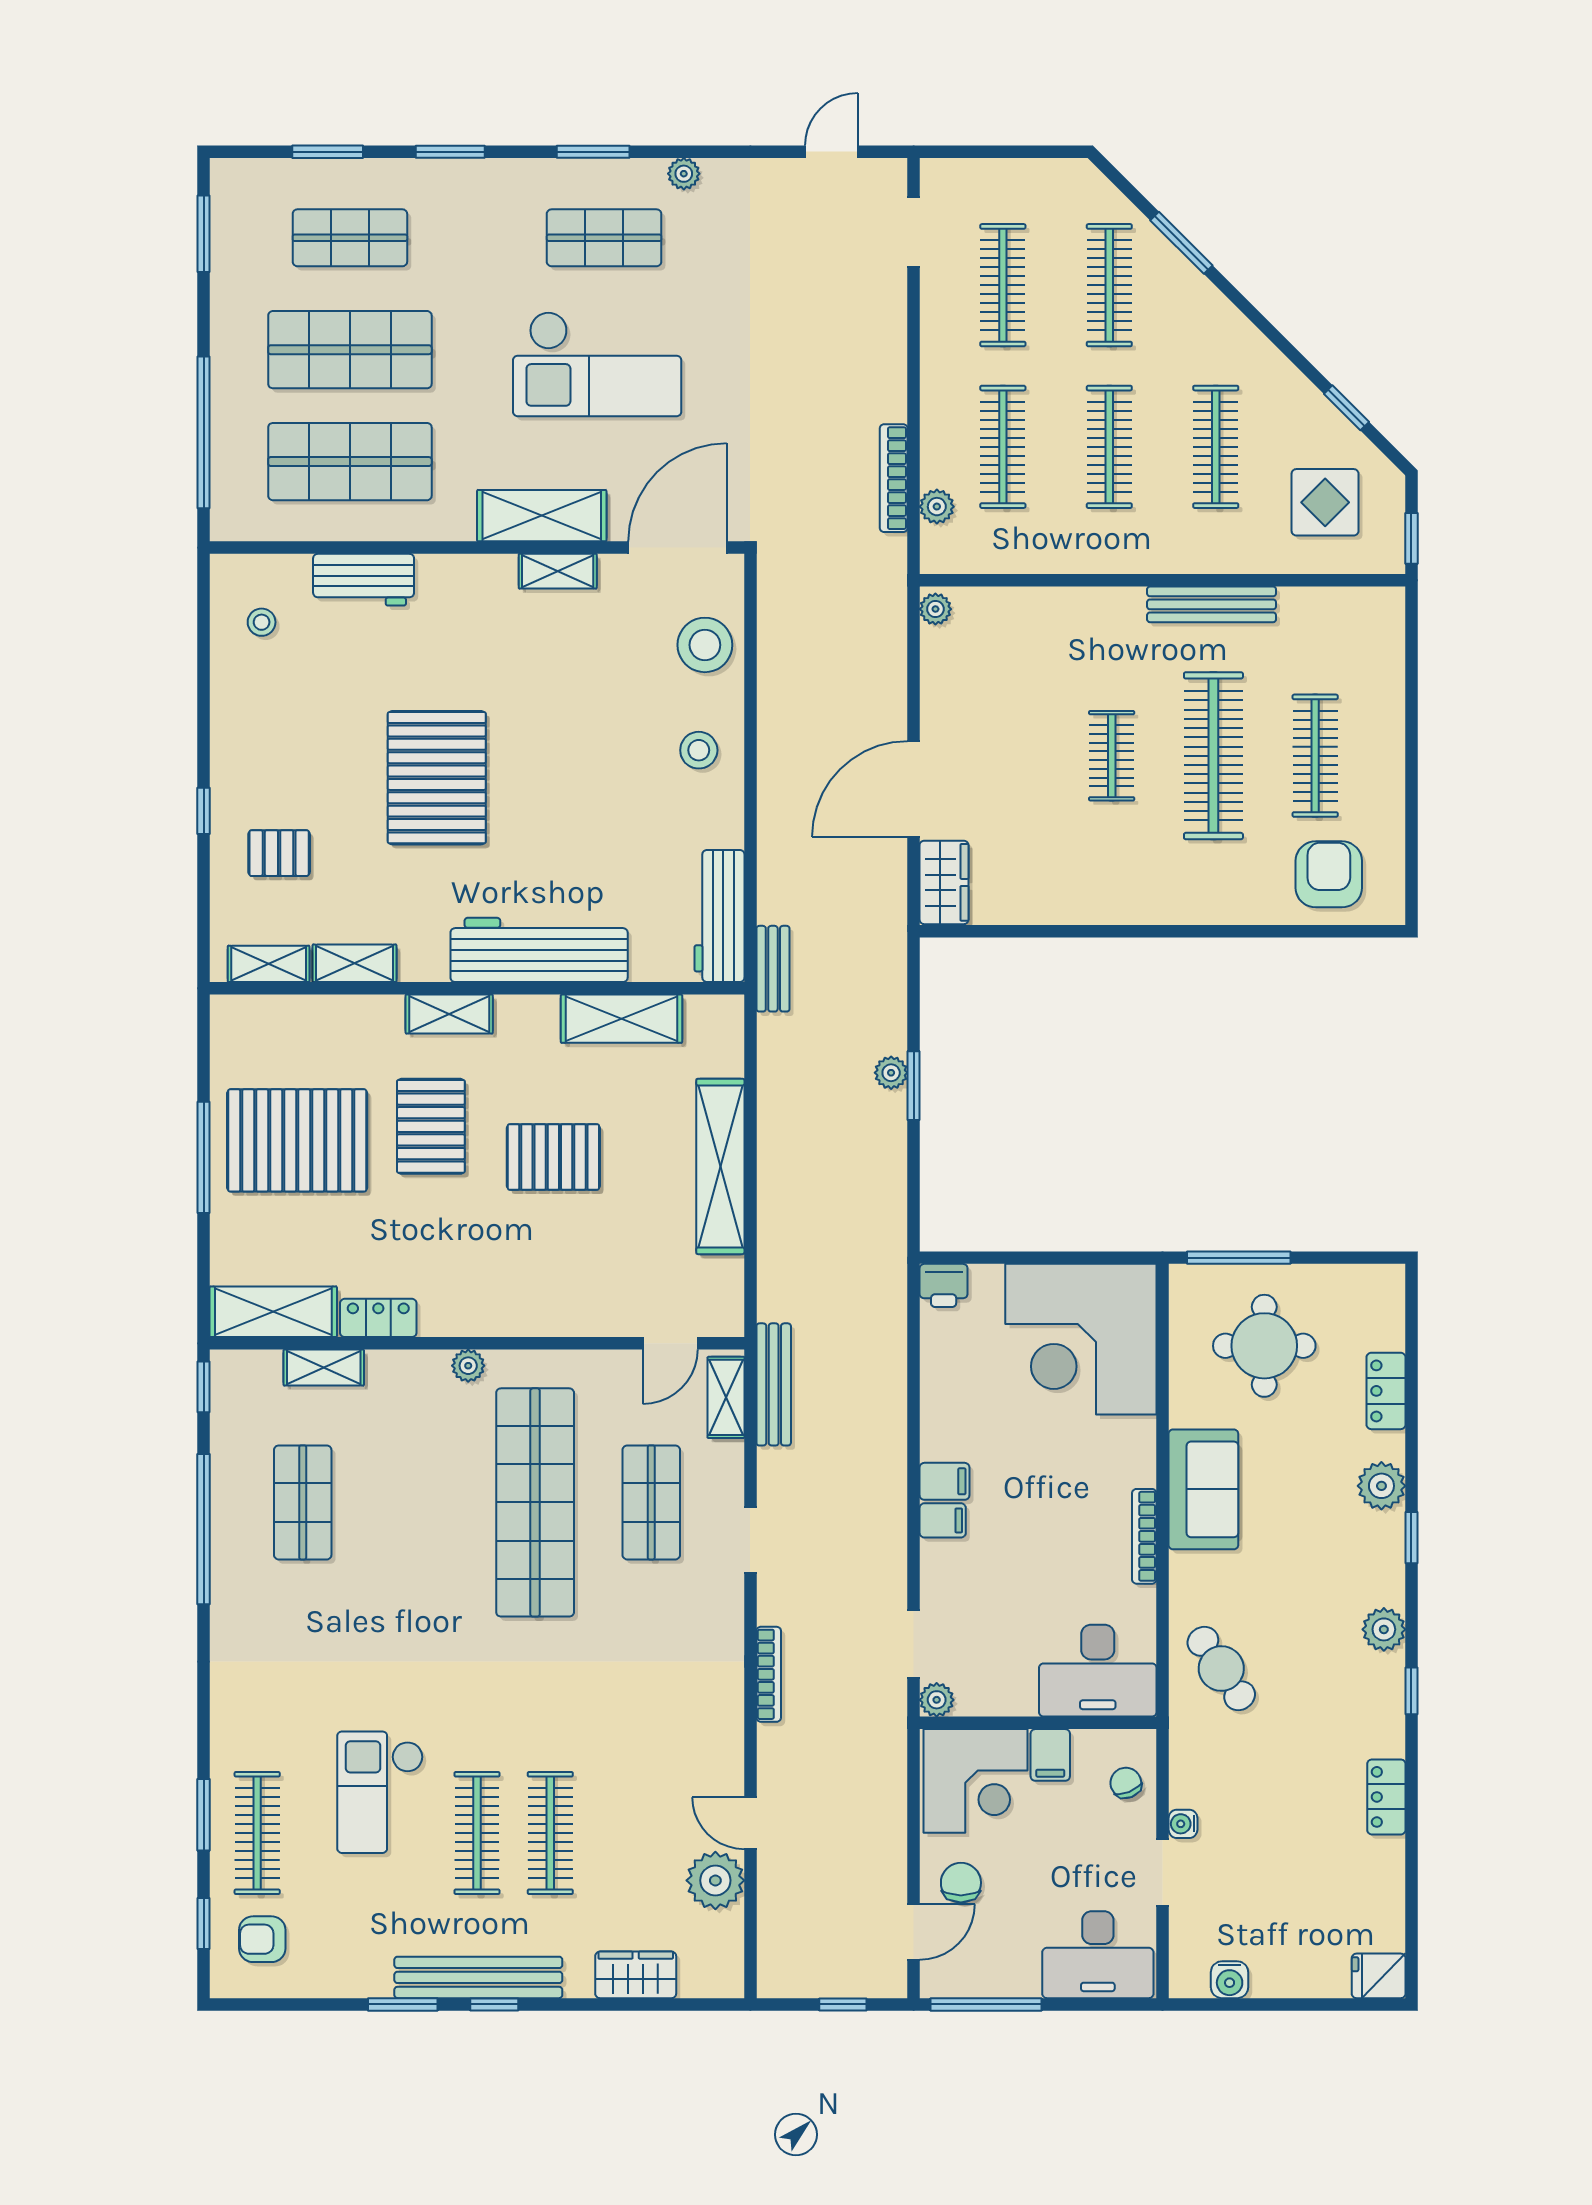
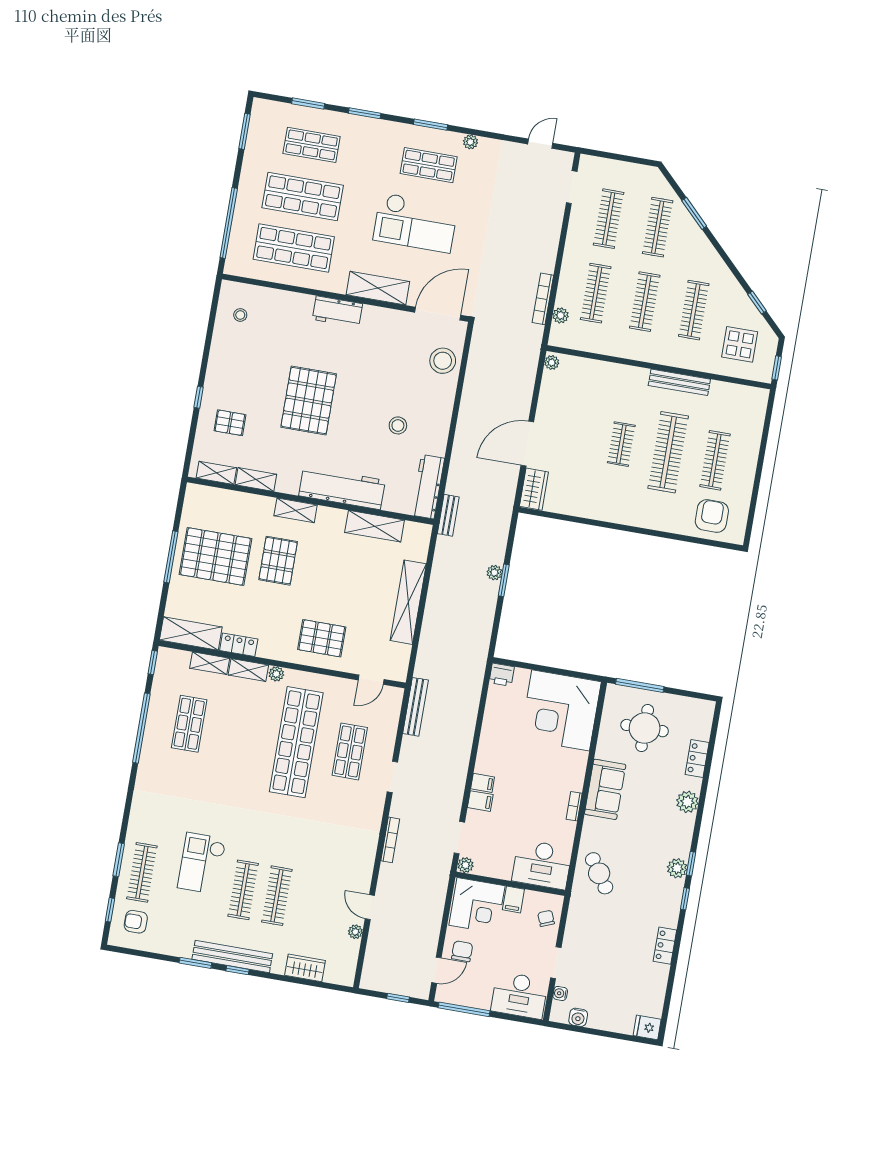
shelving: (558, 571) -> (381, 315), removed
workbench: (364, 580) -> (337, 312), moved
stool: (699, 750) -> (398, 425), moved
pallet: (553, 1157) -> (322, 638), moved
shelving: (726, 1397) -> (248, 670), moved, turned 90
filing cabinet: (945, 1481) -> (480, 801), moved
bookcase: (1144, 1536) -> (574, 806), width x0.64
window: (1411, 1538) -> (691, 864), moved
water cooler: (1183, 1824) -> (560, 993), moved
plant: (715, 1880) -> (355, 932), width x0.53, depth x0.53

